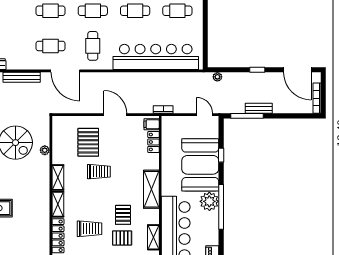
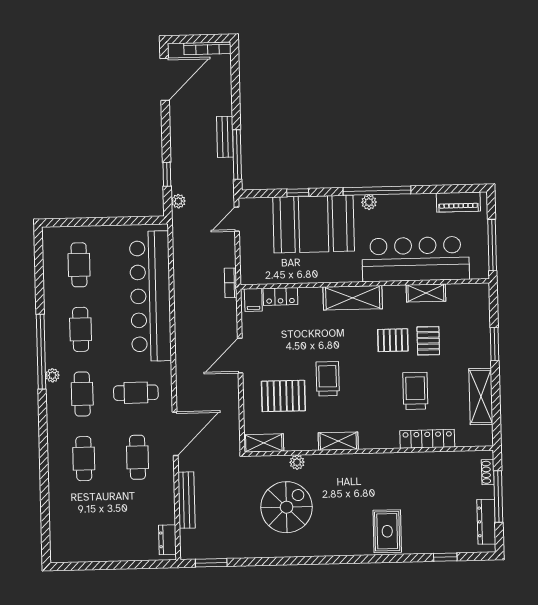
window: (257, 70) -> (167, 174), moved
plant: (209, 201) -> (369, 202), width x0.53, depth x0.53
shelving: (58, 204) -> (264, 443), moved

